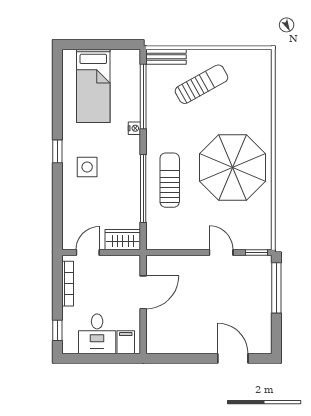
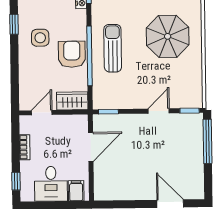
parasol: (233, 167) -> (168, 36), width x0.73, depth x0.73
armchair: (123, 186) -> (72, 54), added
window: (164, 252) -> (108, 112), added
door: (221, 252) -> (159, 111), hinge flipped
bookcase: (68, 284) -> (25, 147), width x0.64

